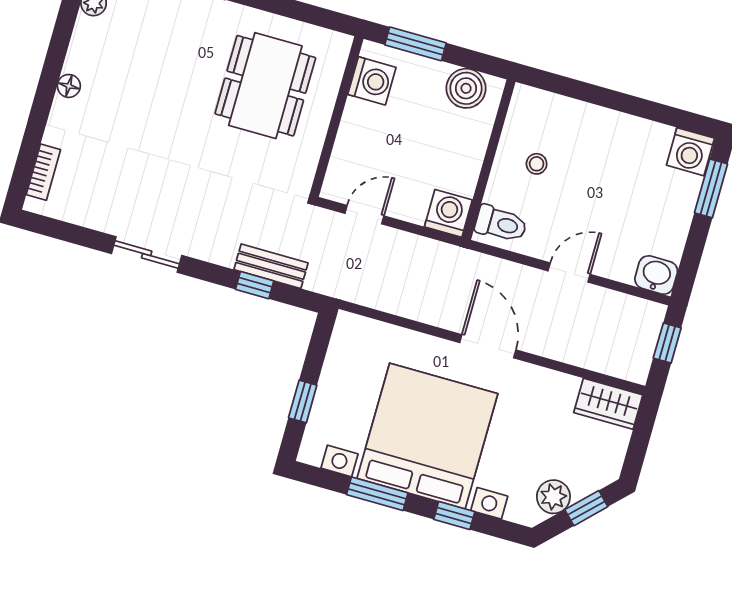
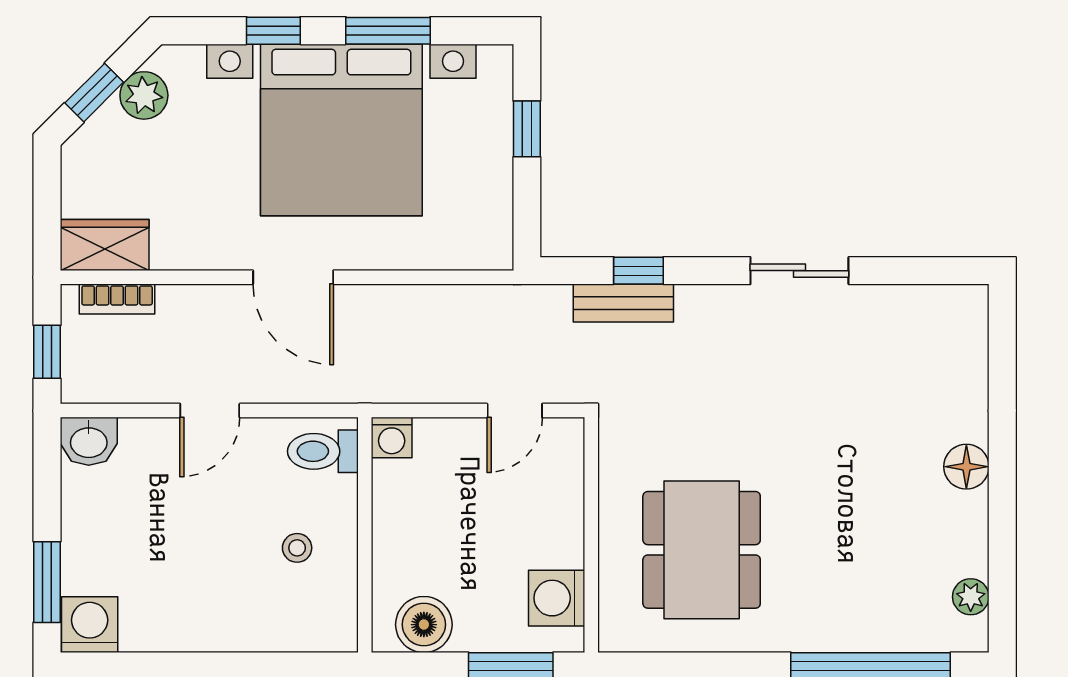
floor lamp: (69, 86) -> (966, 467), width x1.37, depth x1.37
bookcase: (43, 172) -> (117, 299), moved, turned -90
washing machine: (448, 213) -> (392, 438), width x0.73, depth x0.73

